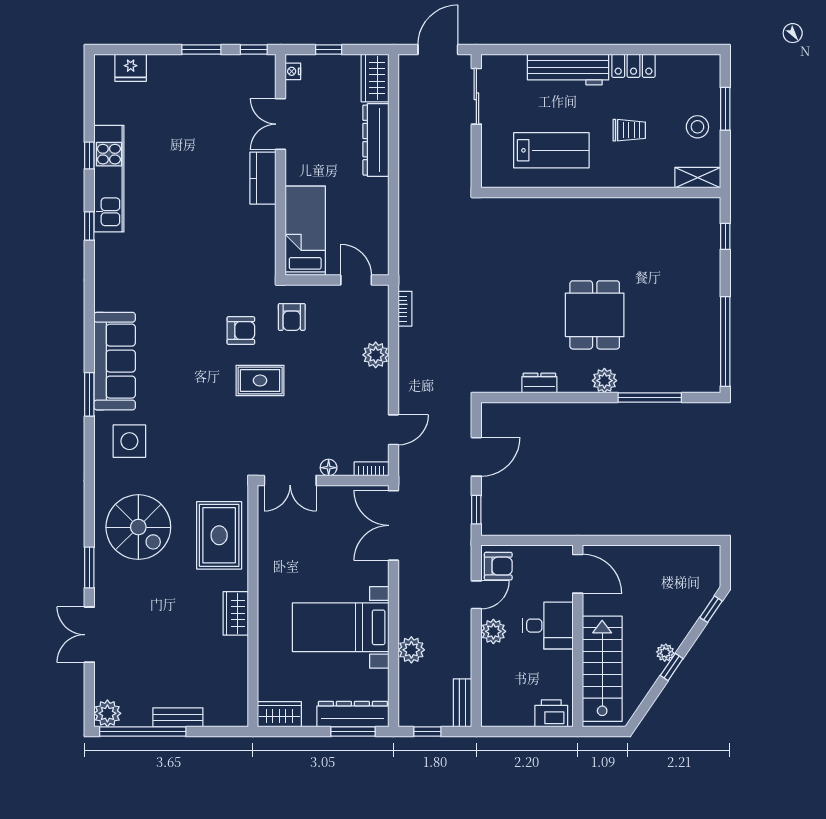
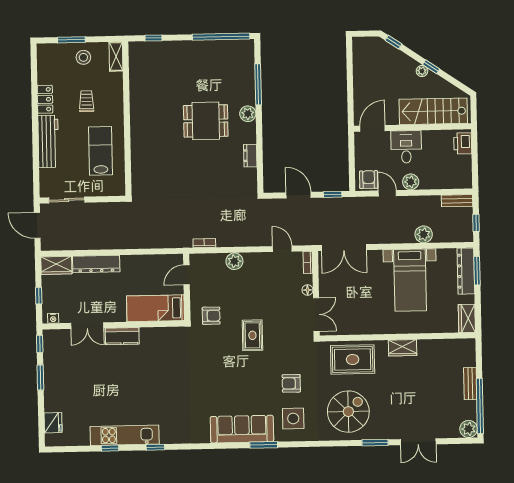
armchair: (241, 331) -> (291, 383), moved, turned -90

